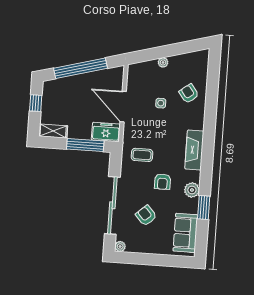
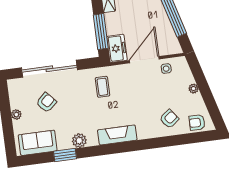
side table: (161, 103) -> (166, 69), moved
armchair: (162, 182) -> (197, 122), moved
plant: (120, 246) -> (16, 114), moved

